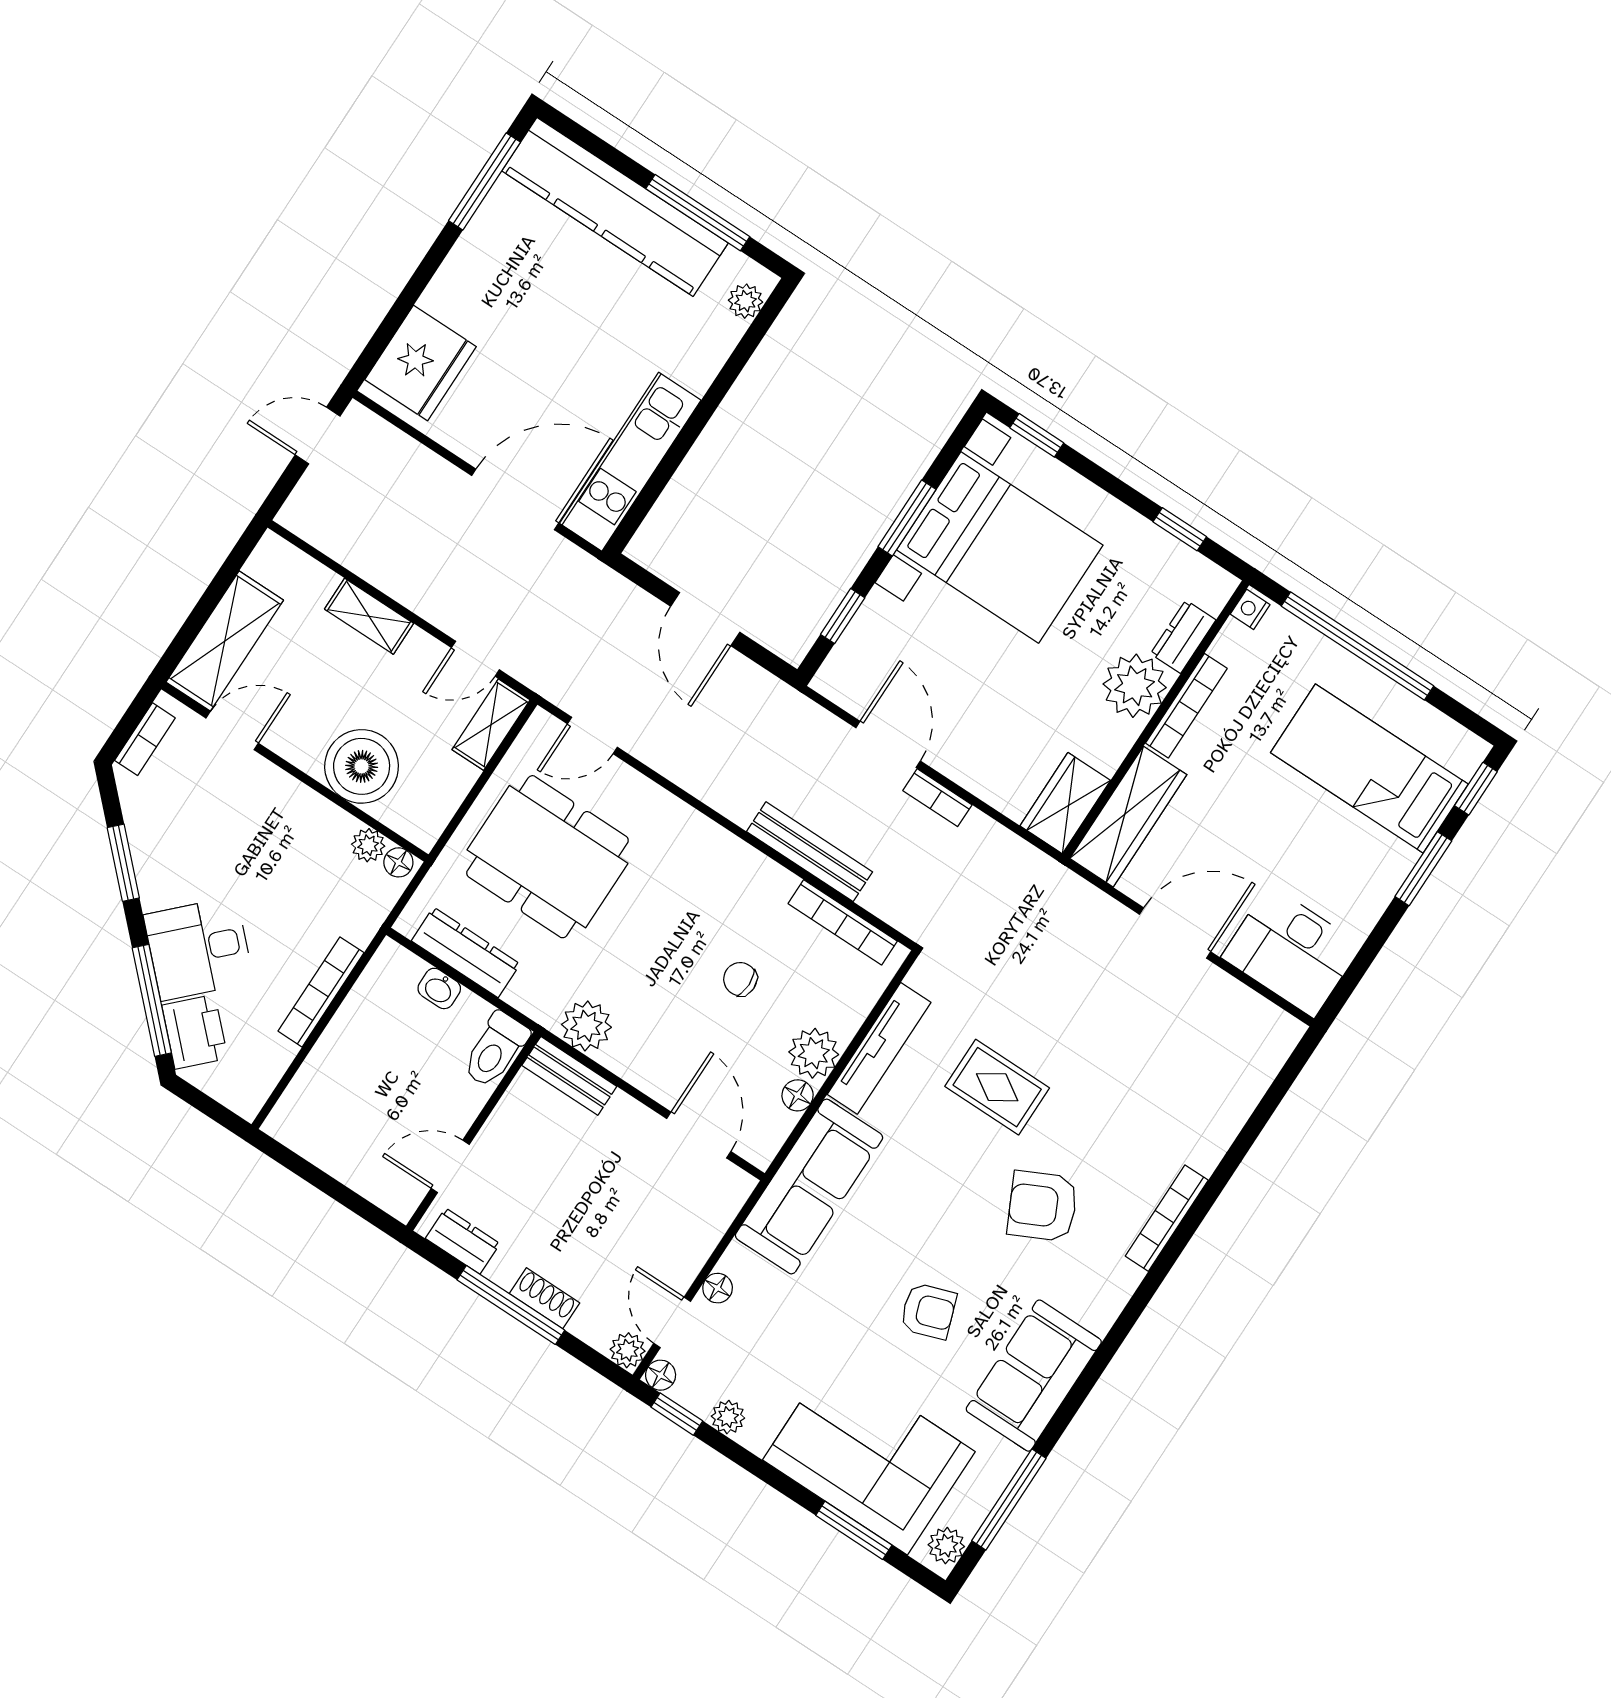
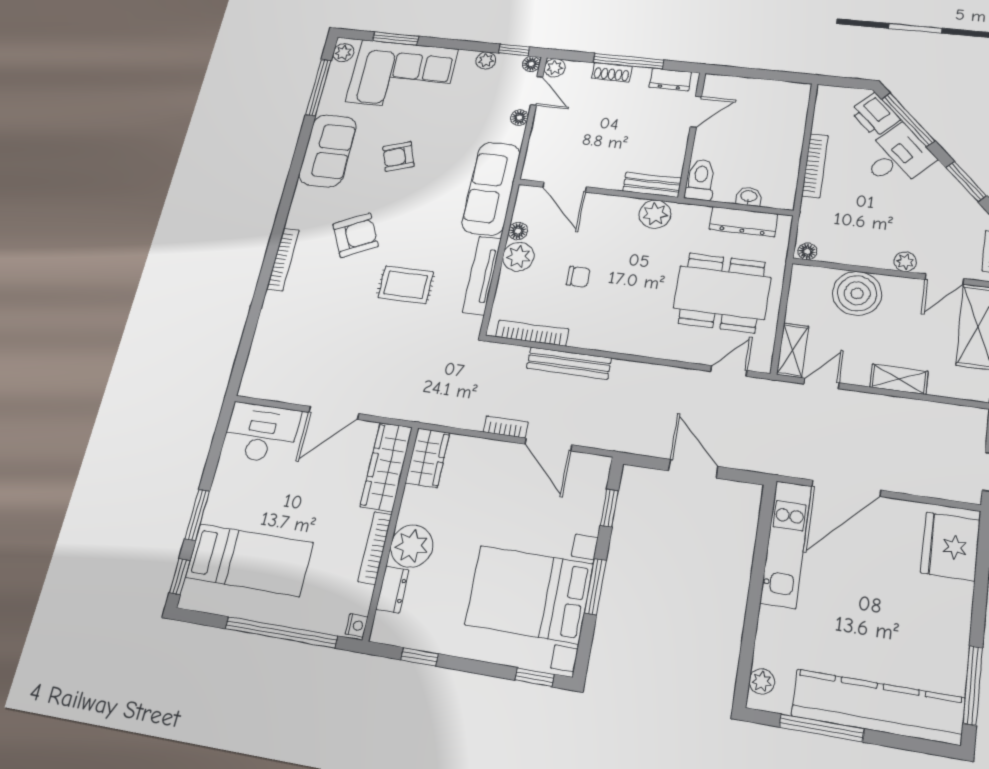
plant: (368, 845) -> (905, 262), moved

